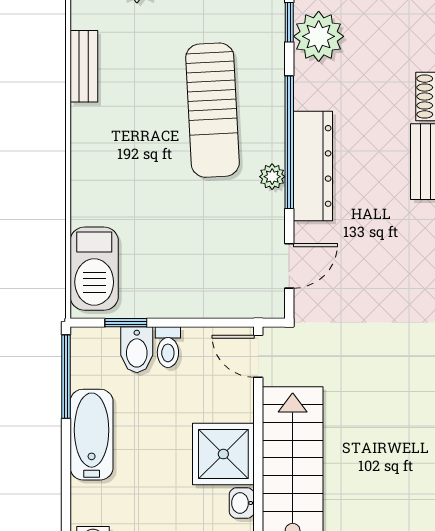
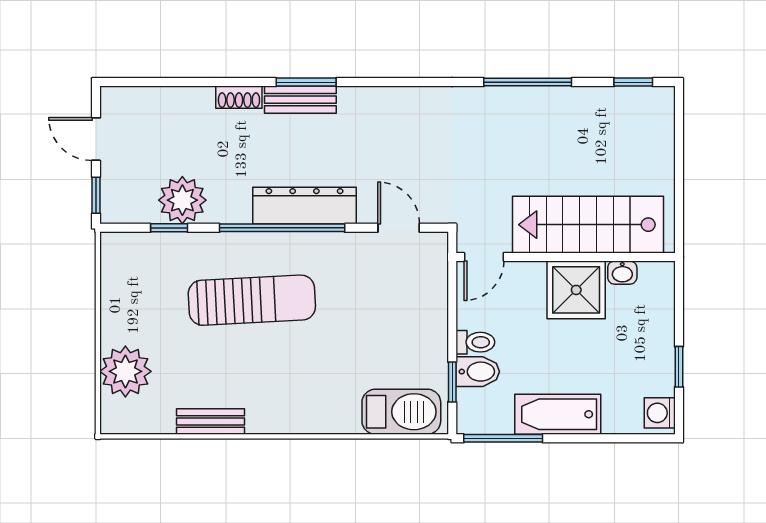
plant: (272, 177) -> (315, 244), removed

